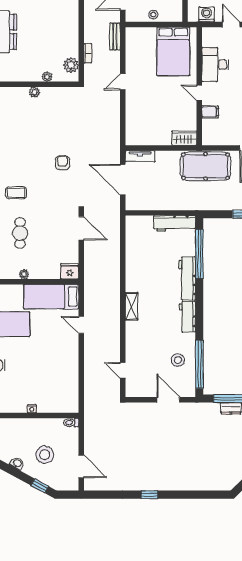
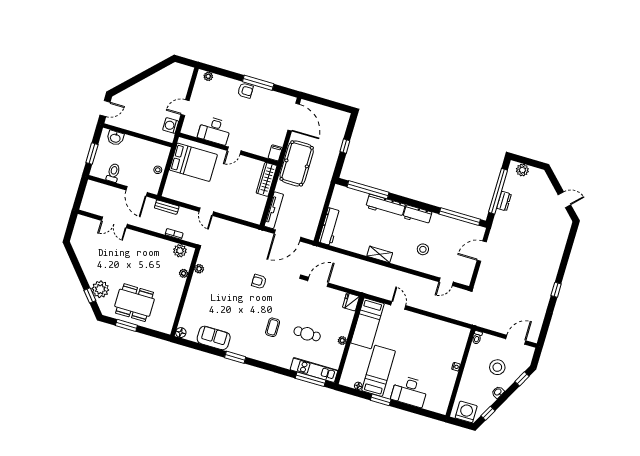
plant: (34, 92) -> (199, 269), moved
filing cabinet: (210, 112) -> (275, 153), moved
wardrobe: (184, 138) -> (267, 179), width x1.50
tv unit: (140, 156) -> (274, 210), width x1.41
workbench: (175, 223) -> (330, 227), moved
shelving: (132, 306) -> (380, 254), moved
door: (81, 325) -> (398, 305), swing flipped
stool: (178, 360) -> (423, 249), moved

